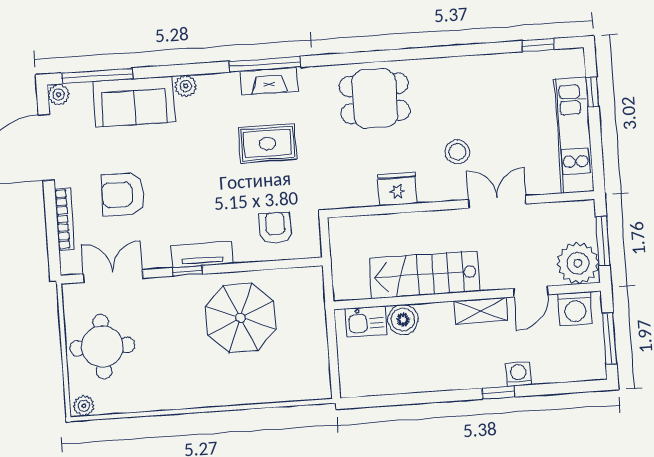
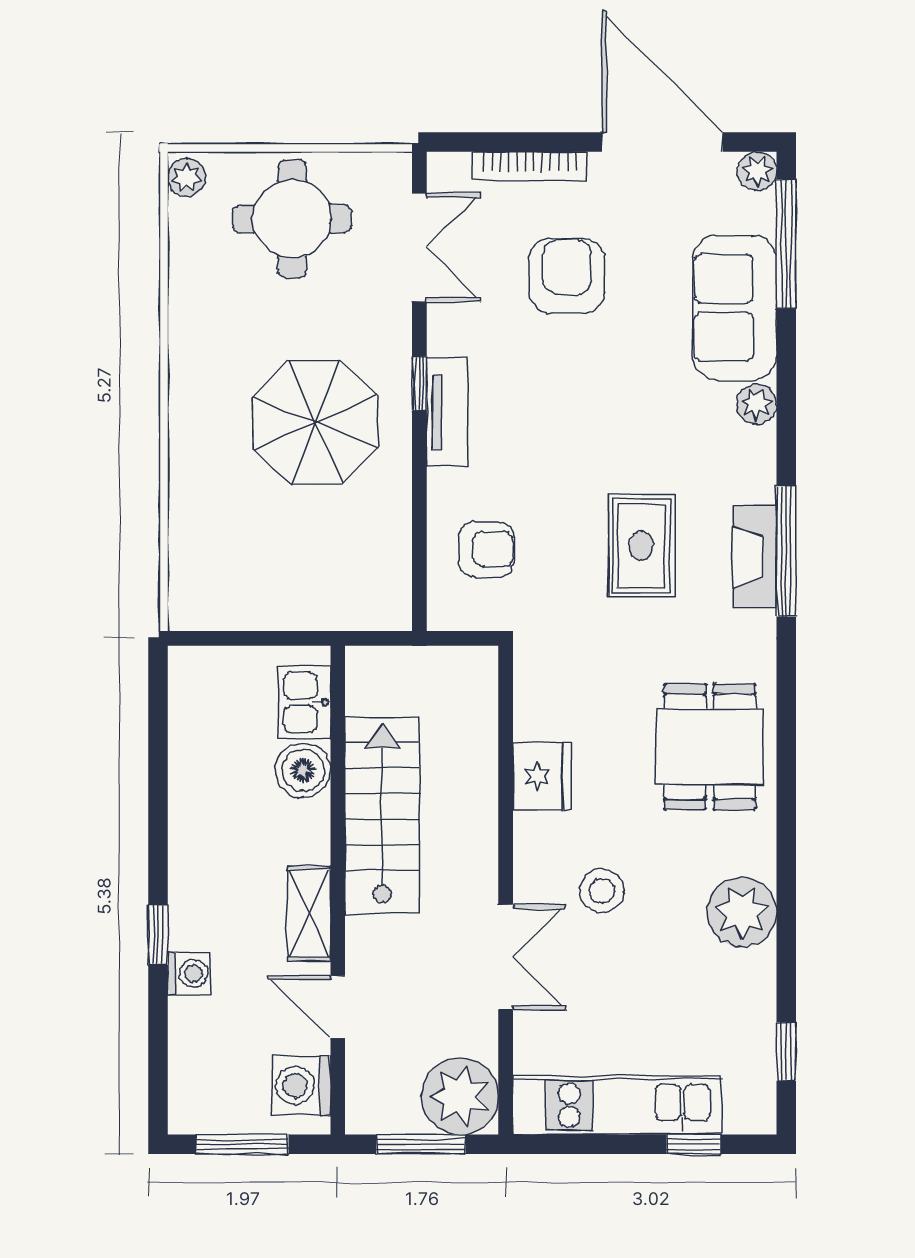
plant: (464, 75) -> (742, 912), added
plant: (578, 263) -> (460, 1096), moved
parasol: (241, 318) -> (315, 422), moved

